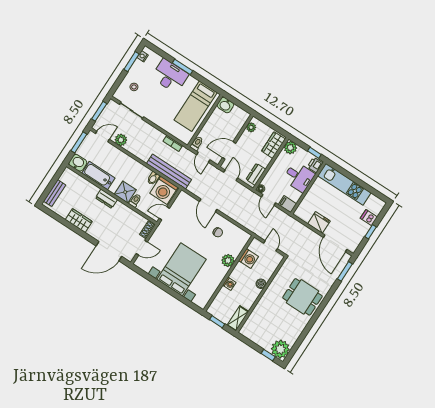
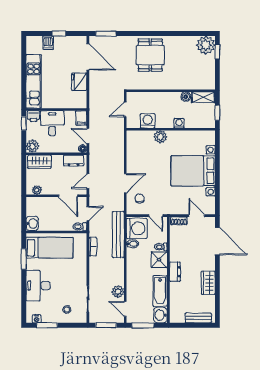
window: (183, 67) -> (24, 259), moved
door: (268, 200) -> (88, 136), swing flipped
chair: (218, 232) -> (140, 199), moved
door: (335, 243) -> (88, 57), hinge flipped
boiler: (261, 284) -> (186, 97), moved

